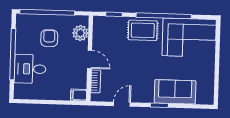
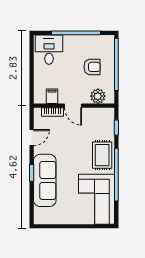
door: (90, 59) -> (73, 106), hinge flipped
desk: (30, 69) -> (49, 50), moved
sofa: (175, 92) -> (45, 180), width x1.36
filing cabinet: (79, 95) -> (52, 96), moved
door: (122, 104) -> (32, 137), hinge flipped

